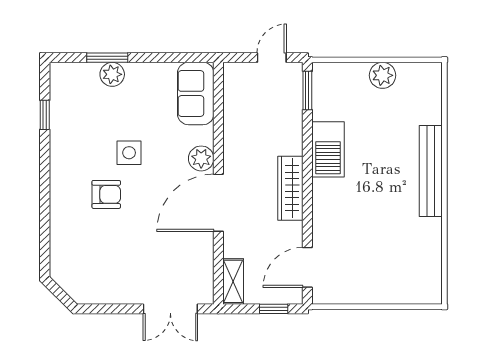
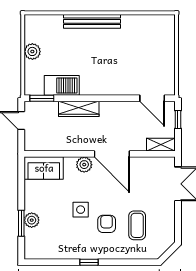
window: (45, 115) -> (89, 262), moved
barbecue: (328, 149) -> (62, 85), moved
wardrobe: (290, 188) -> (79, 109), moved
coffee table: (104, 243) -> (137, 225), added

